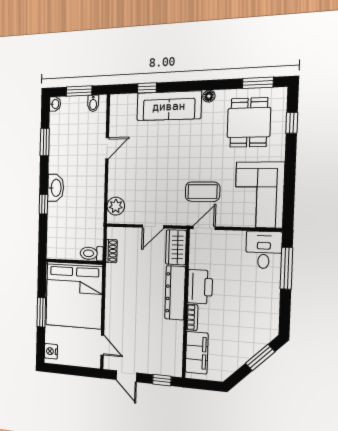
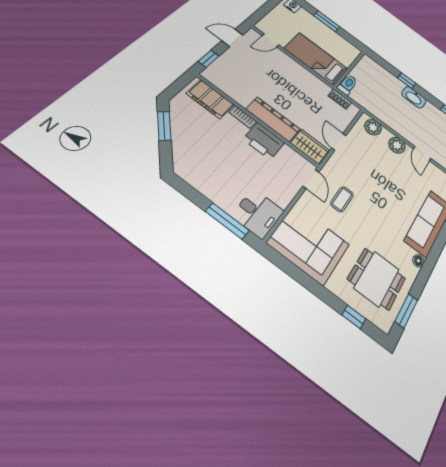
plant: (117, 175) -> (397, 145), added
coffee table: (202, 192) -> (342, 199), width x0.73, depth x0.77
bed: (74, 295) -> (316, 59), width x0.49
window: (260, 358) -> (164, 126), moved

